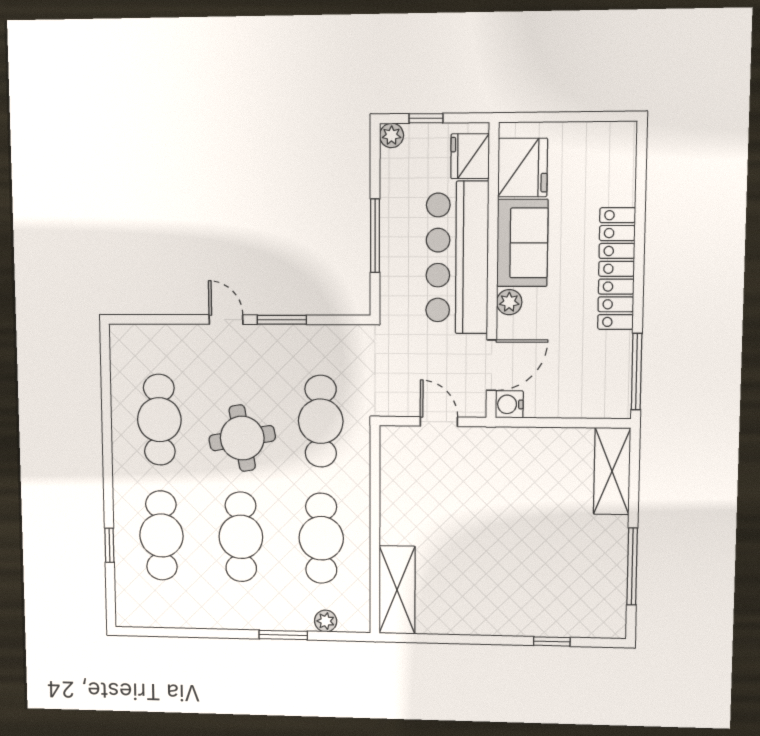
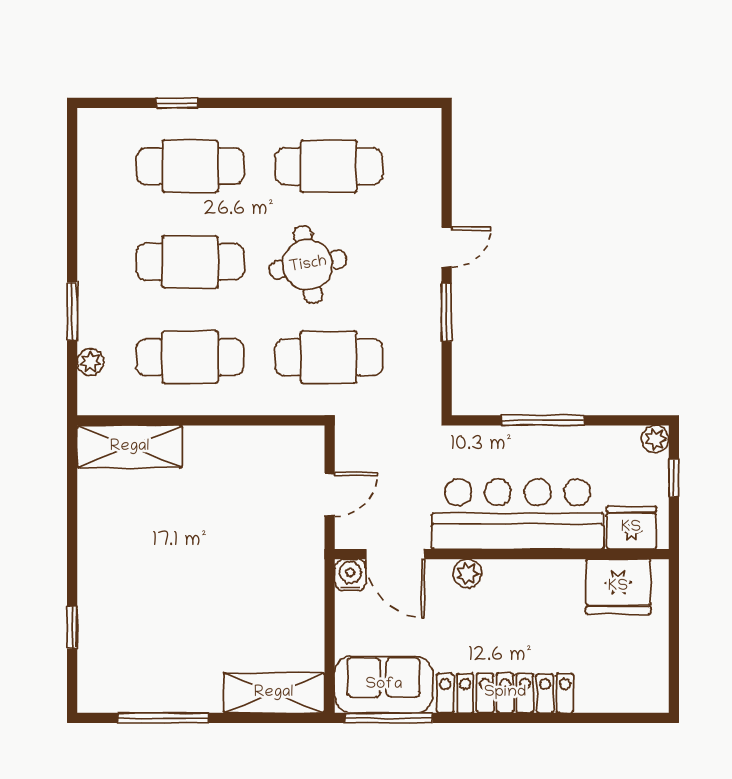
sofa: (522, 243) -> (384, 685), moved, turned 180

